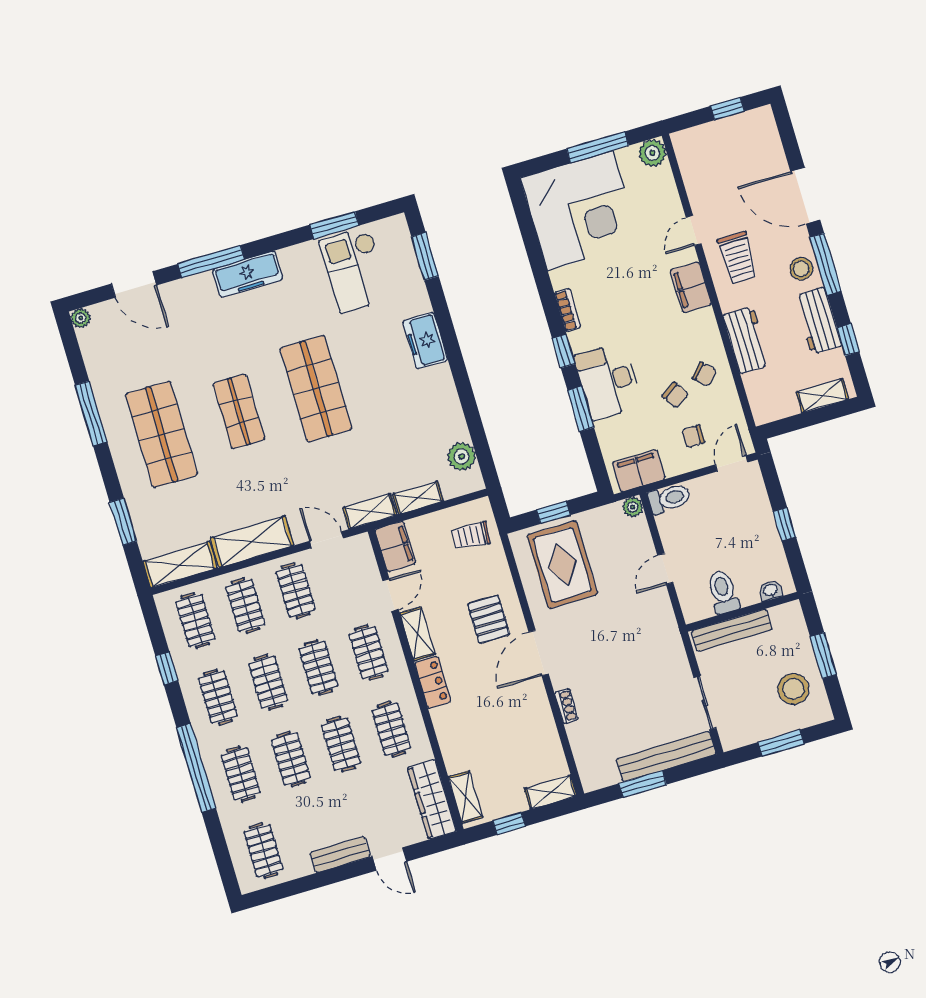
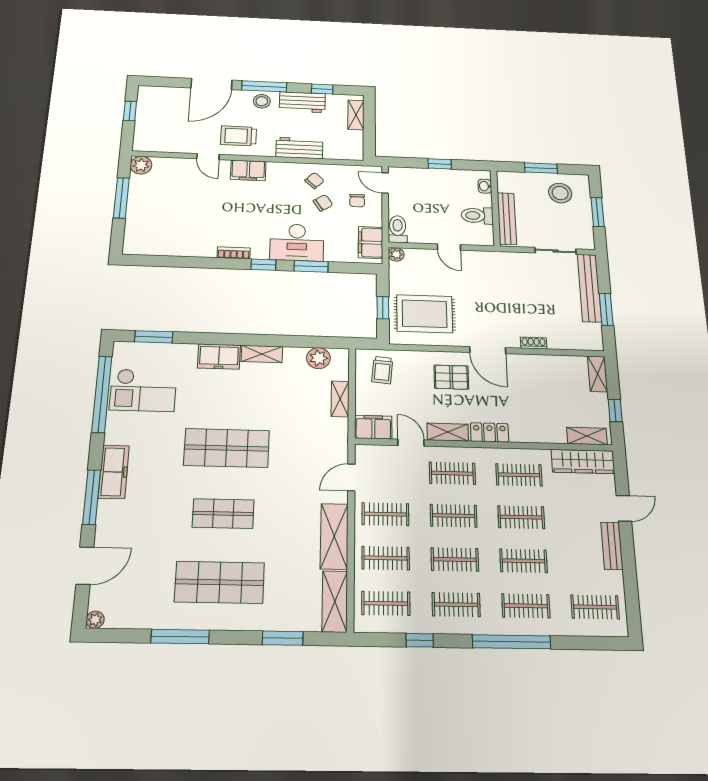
corner desk: (580, 211) -> (163, 223), removed
window: (334, 225) -> (102, 394), width x2.11
trolley: (738, 258) -> (239, 136), turned 180
shelving: (370, 511) -> (262, 354), moved, turned 90

